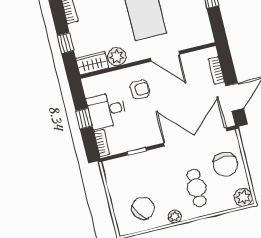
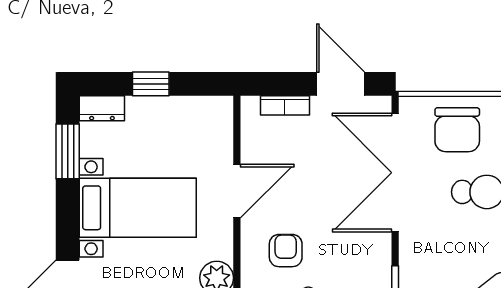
chair: (226, 164) -> (457, 130), turned 90

